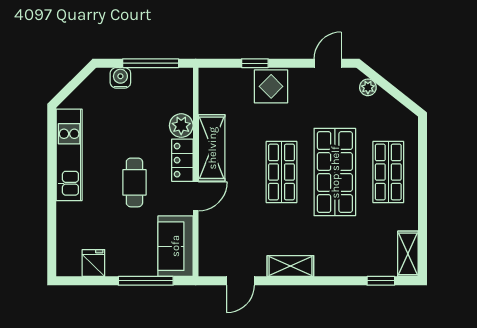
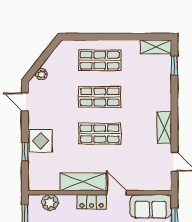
plant: (181, 126) -> (50, 203), moved
shop shelf: (335, 172) -> (100, 97), width x0.70, depth x0.74

